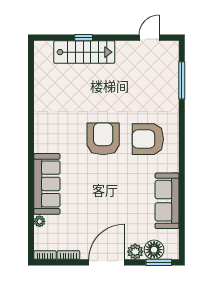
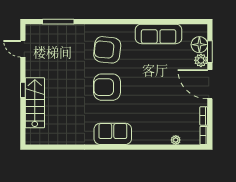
window: (84, 38) -> (23, 90), moved
armchair: (148, 139) -> (107, 50), turned 96
sofa: (47, 184) -> (113, 134), moved, width x0.73
window: (159, 262) -> (210, 52), moved

